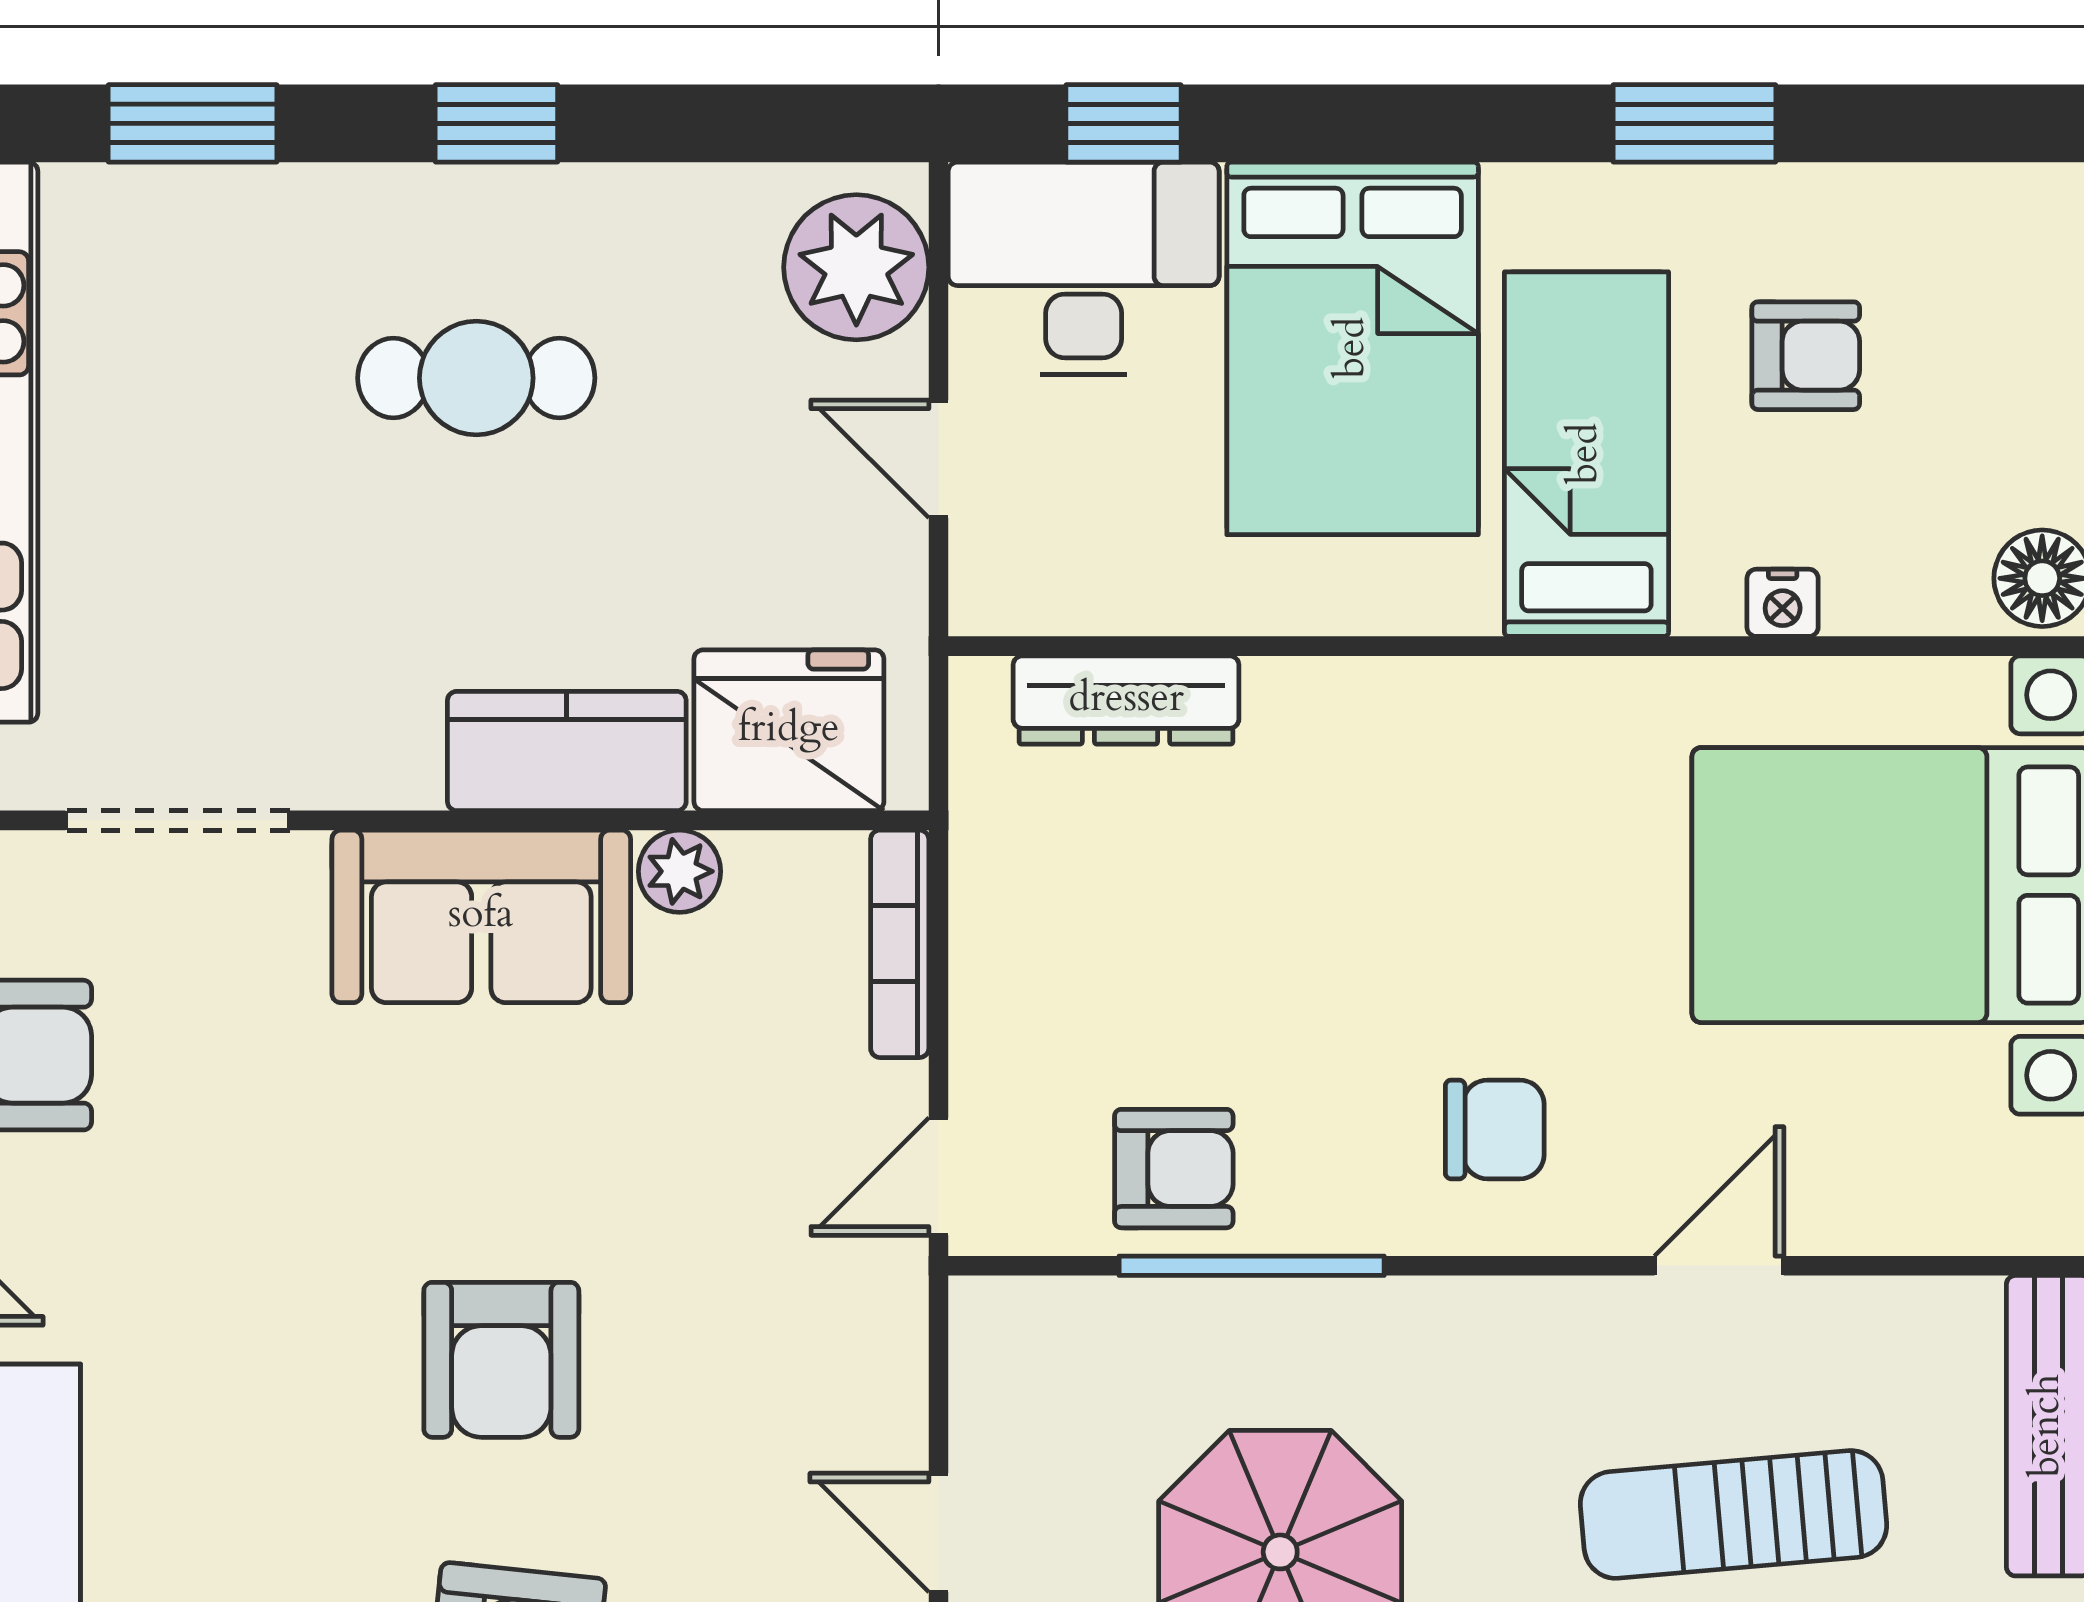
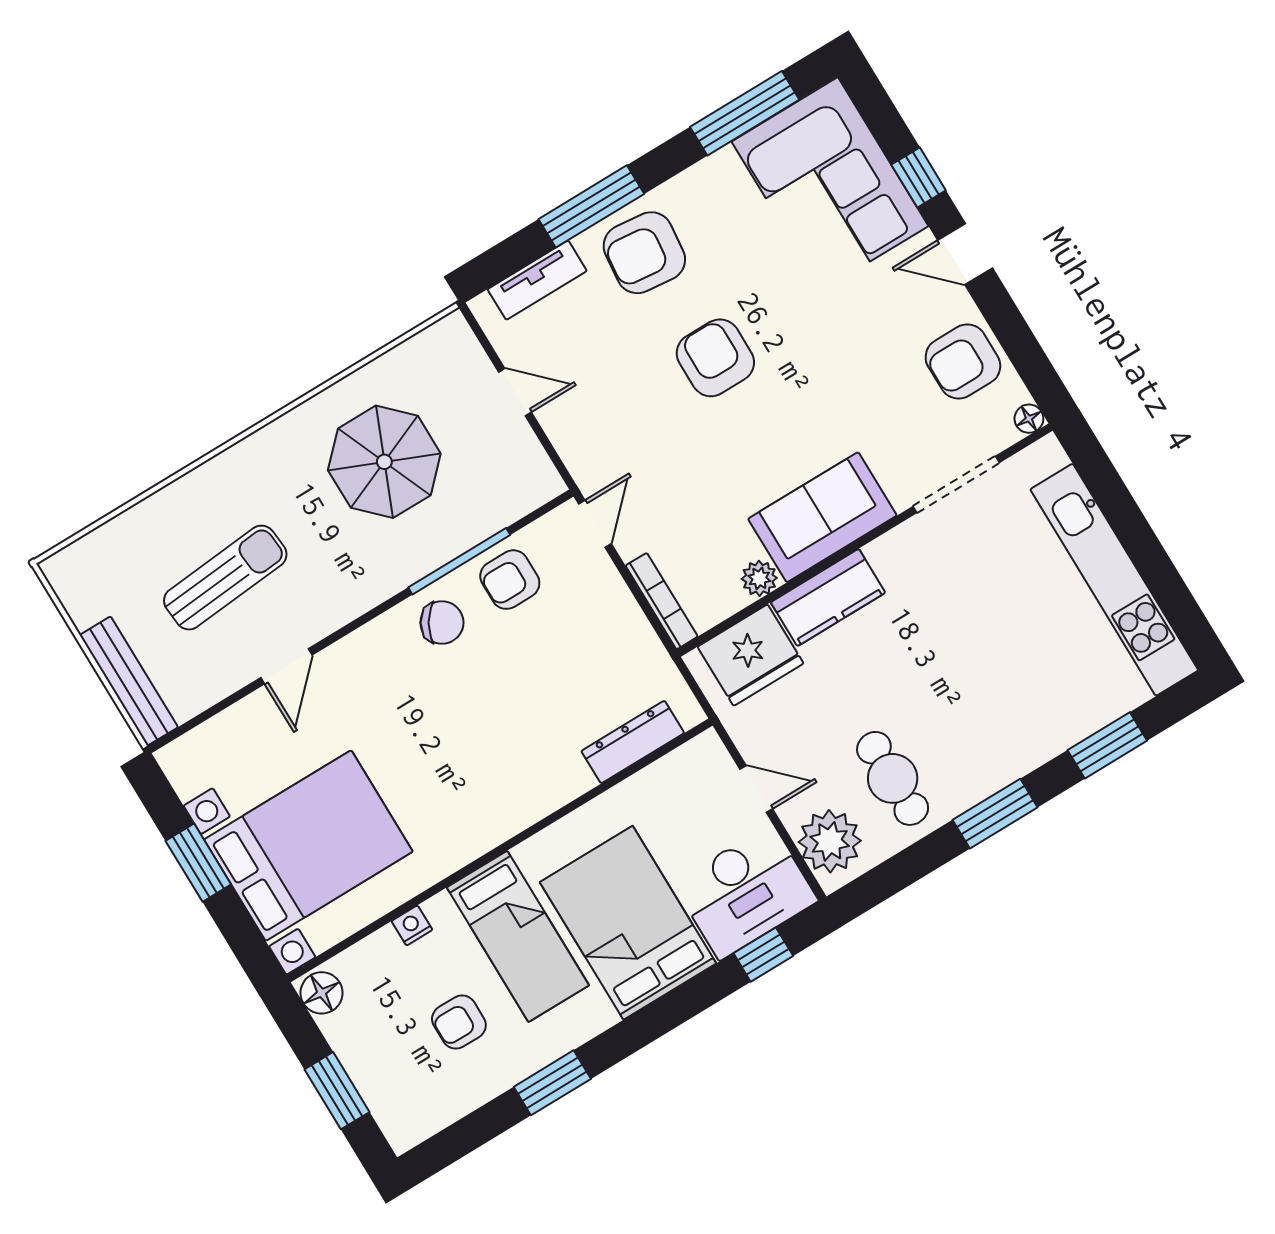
window: (496, 123) -> (995, 814), width x1.50
cafe table: (476, 378) -> (893, 778), moved, turned 90
chair: (1495, 1129) -> (442, 623), moved, turned -149

